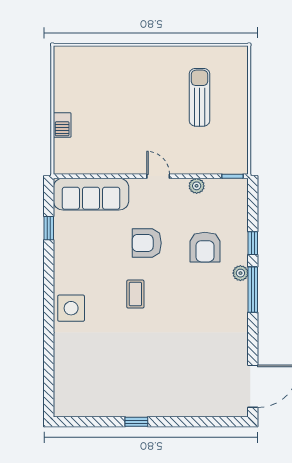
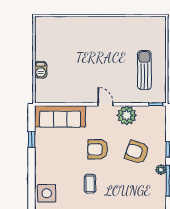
sun lounger: (199, 97) -> (144, 70), moved
plant: (197, 186) -> (127, 115), width x1.87, depth x1.87
armchair: (205, 247) -> (137, 152), turned 109

